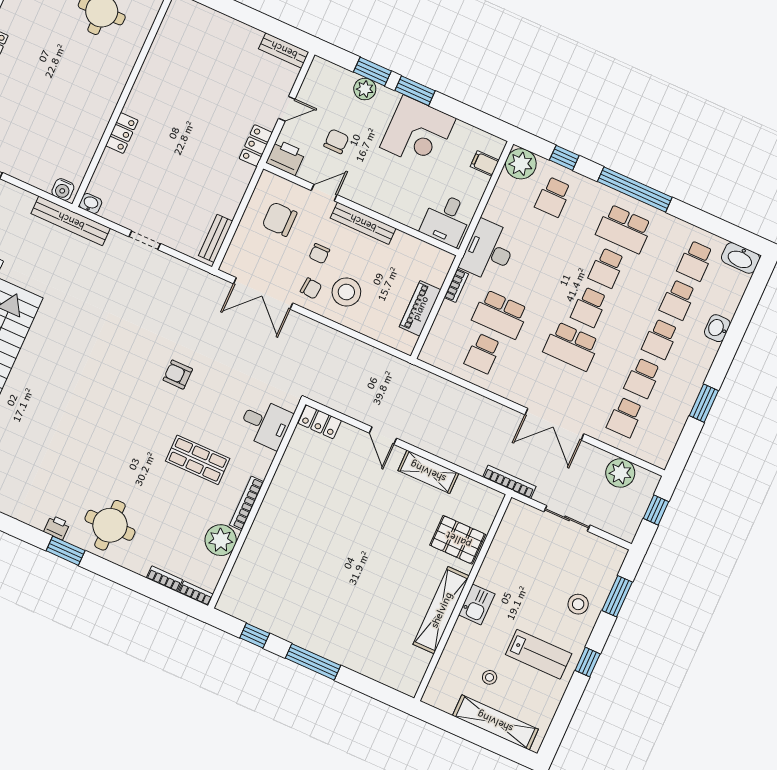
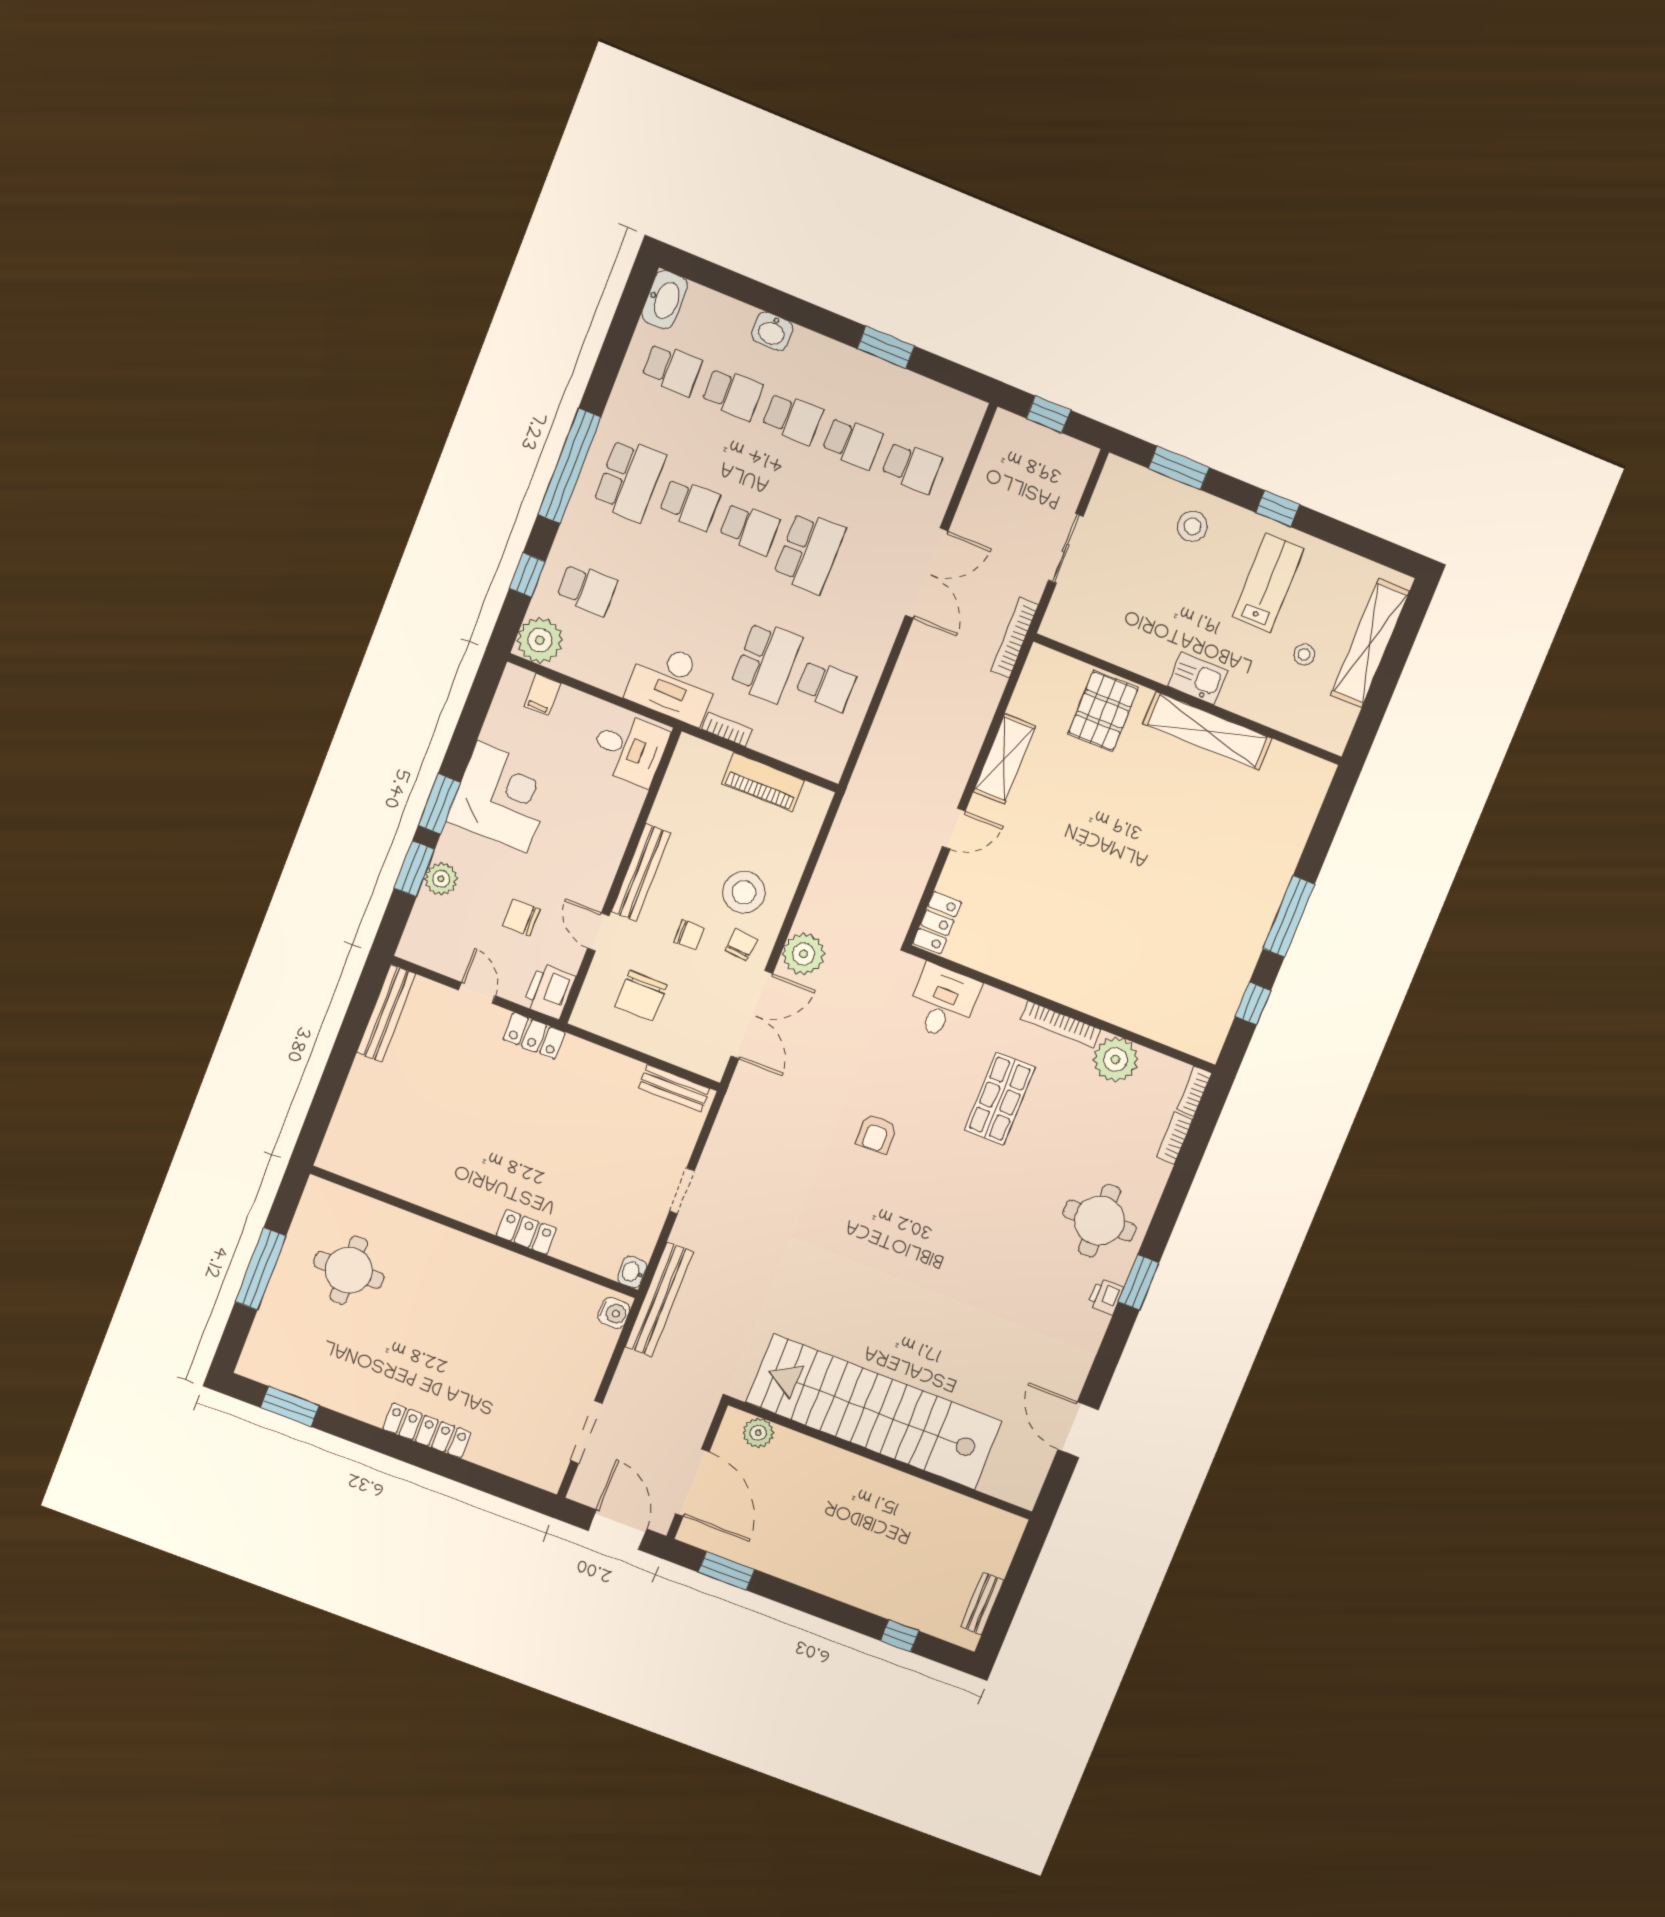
bench: (284, 50) -> (386, 1013), width x1.36
plant: (620, 473) -> (803, 954), moved

